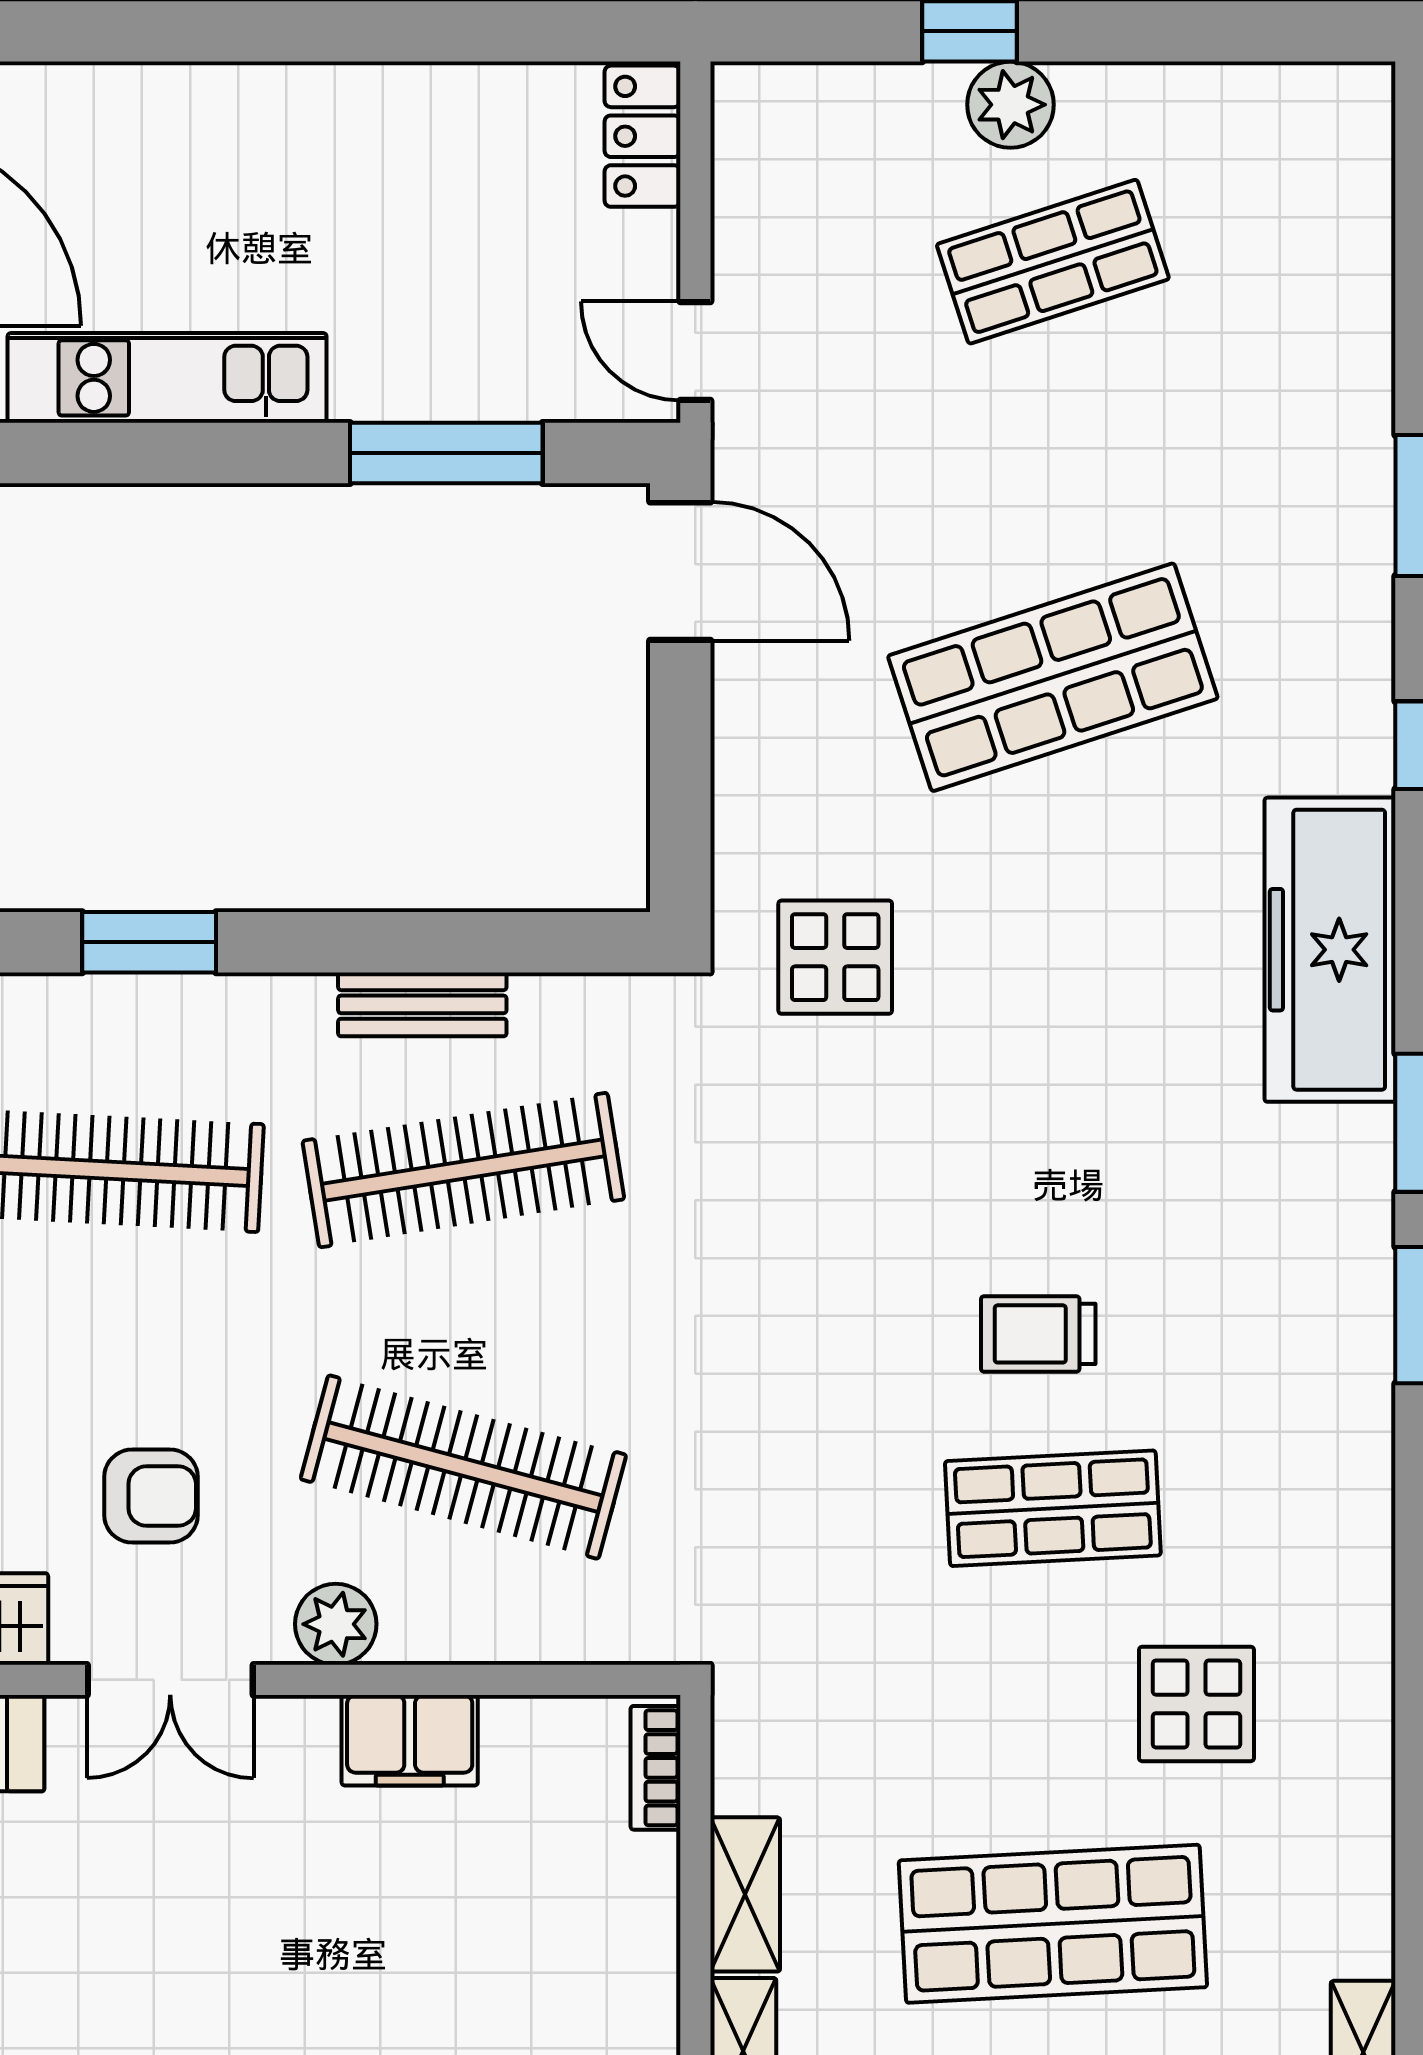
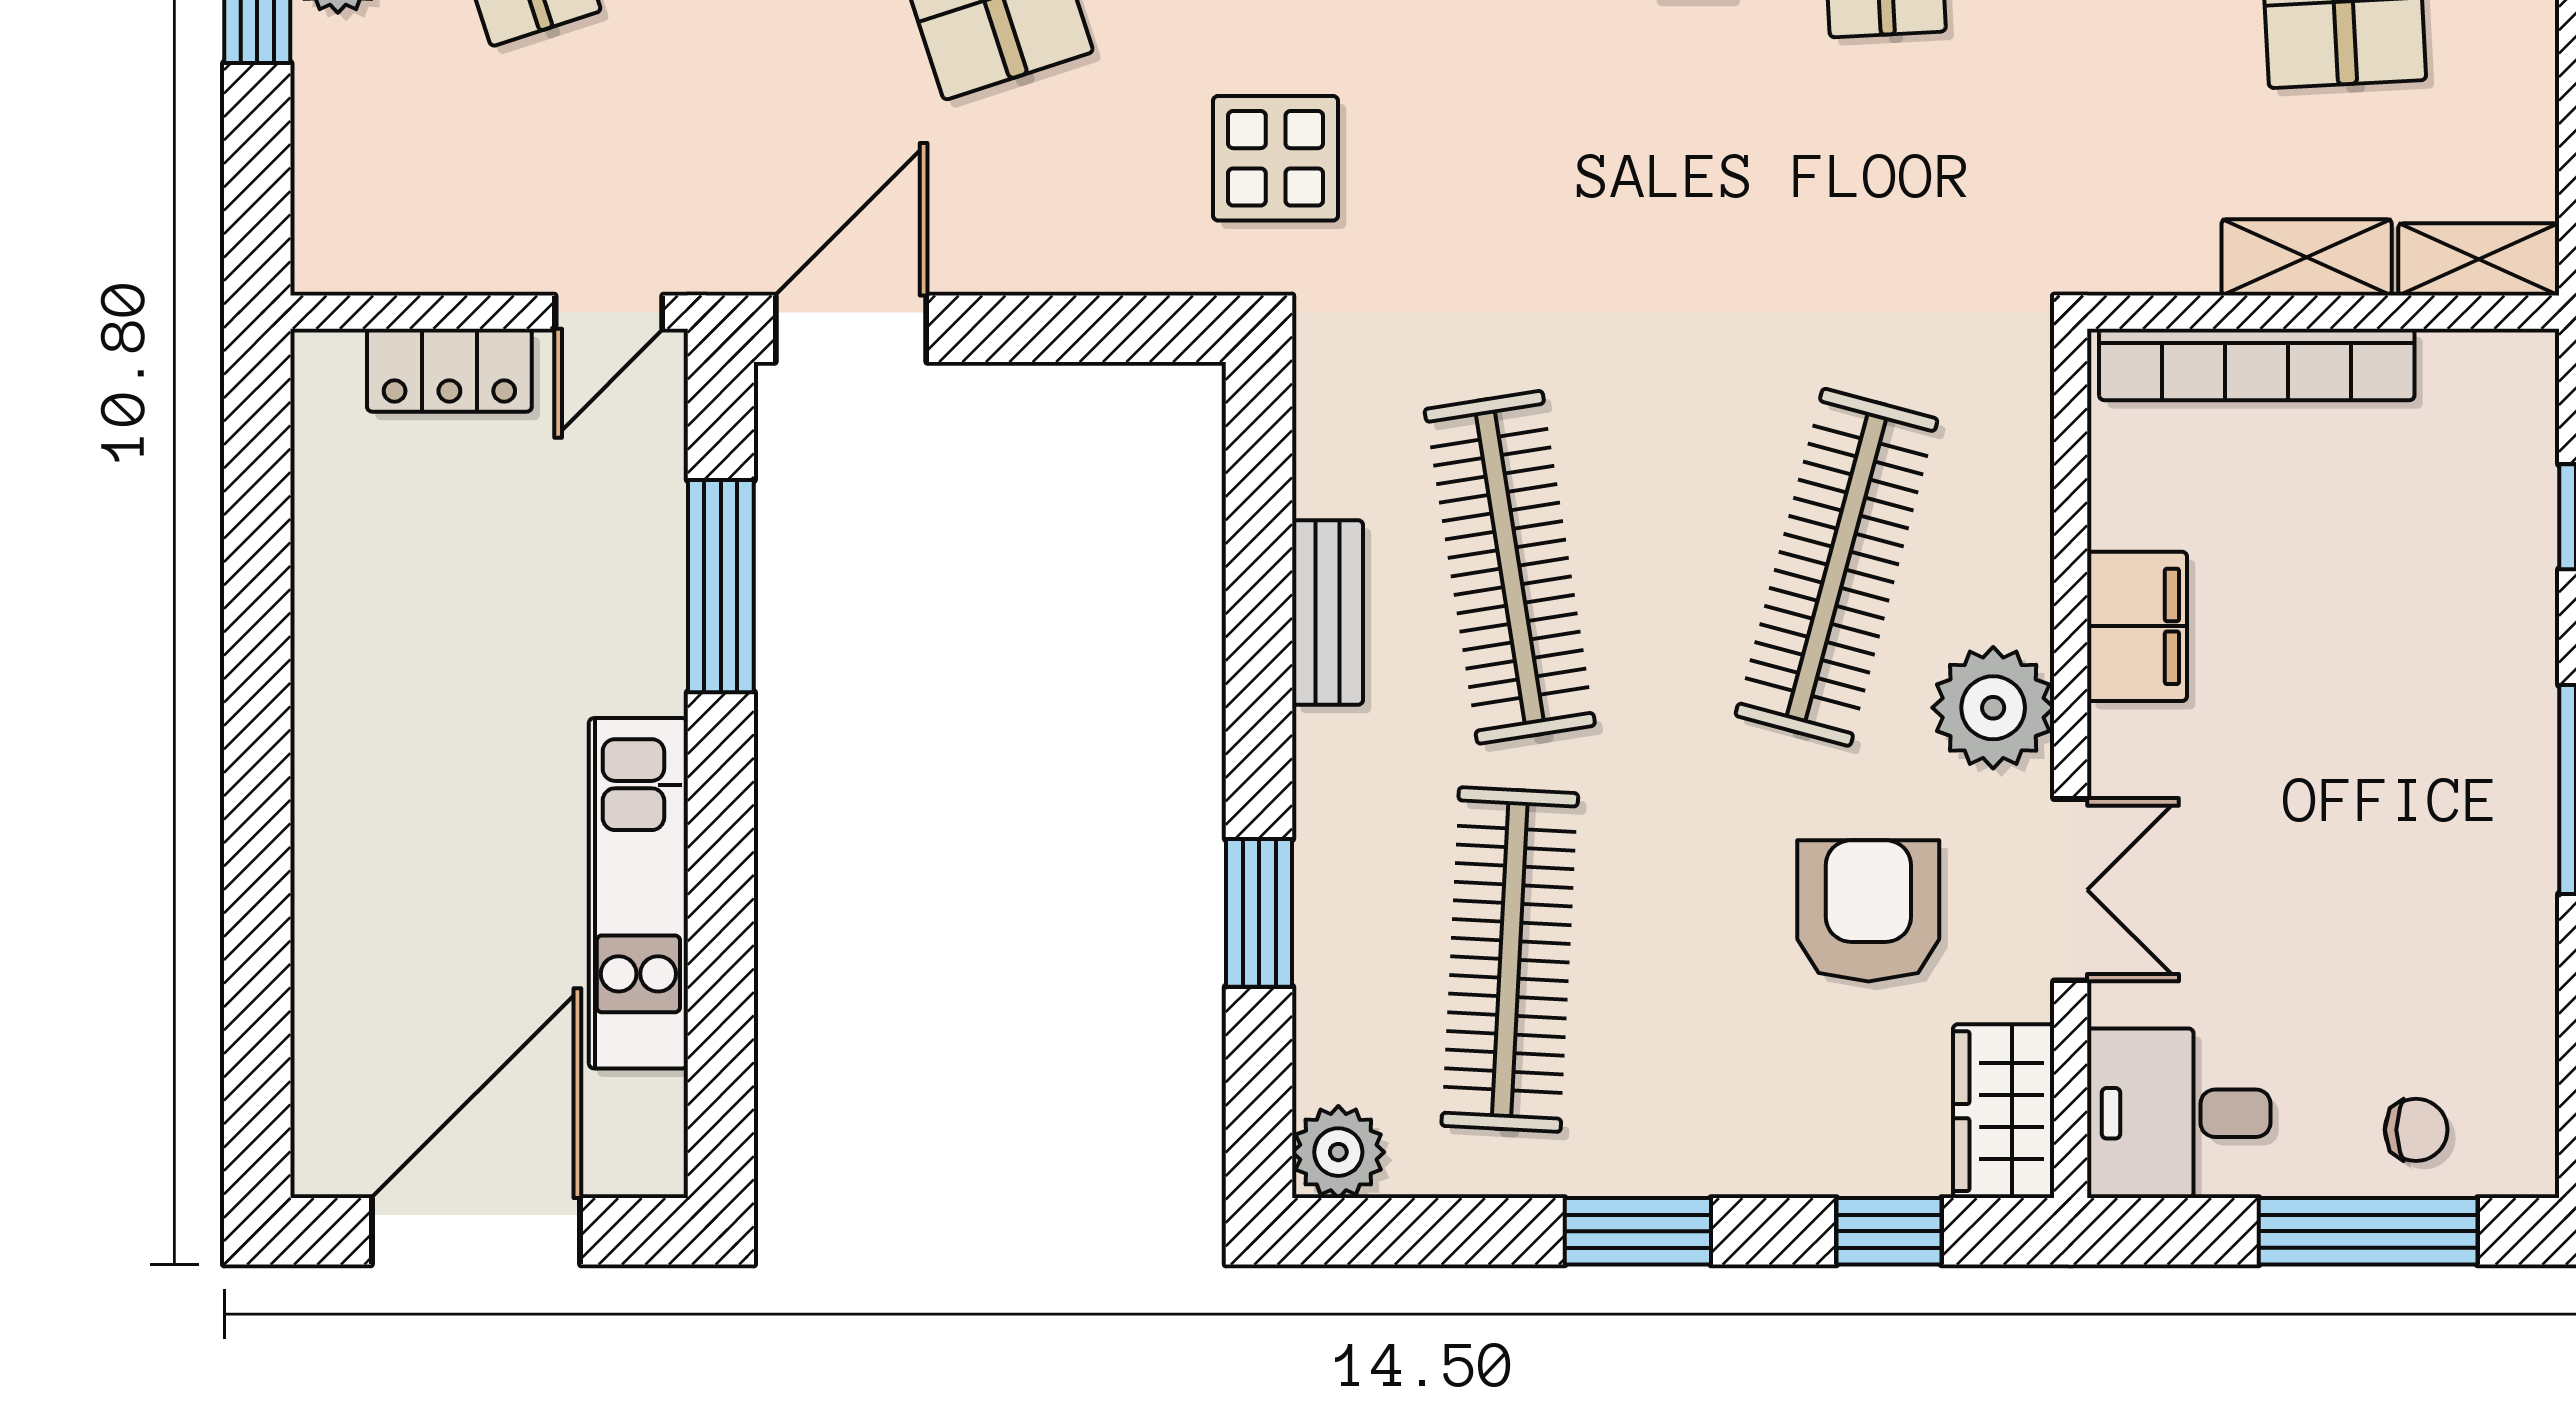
locker: (643, 136) -> (449, 370), moved
armchair: (151, 1496) -> (1868, 911), width x1.38, depth x1.38
plant: (336, 1624) -> (1993, 708), width x1.36, depth x1.36
bookcase: (655, 1768) -> (2257, 364), width x2.31, depth x1.31

